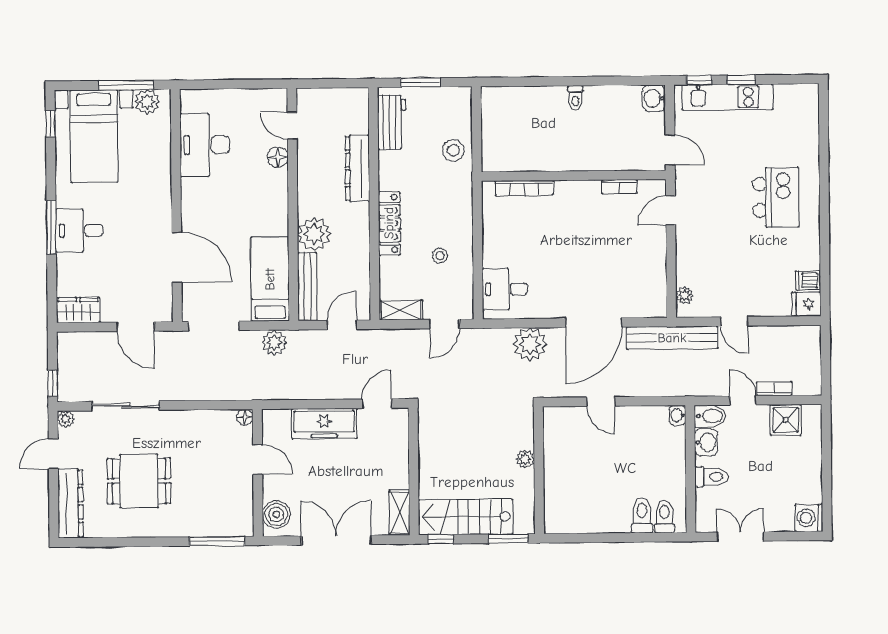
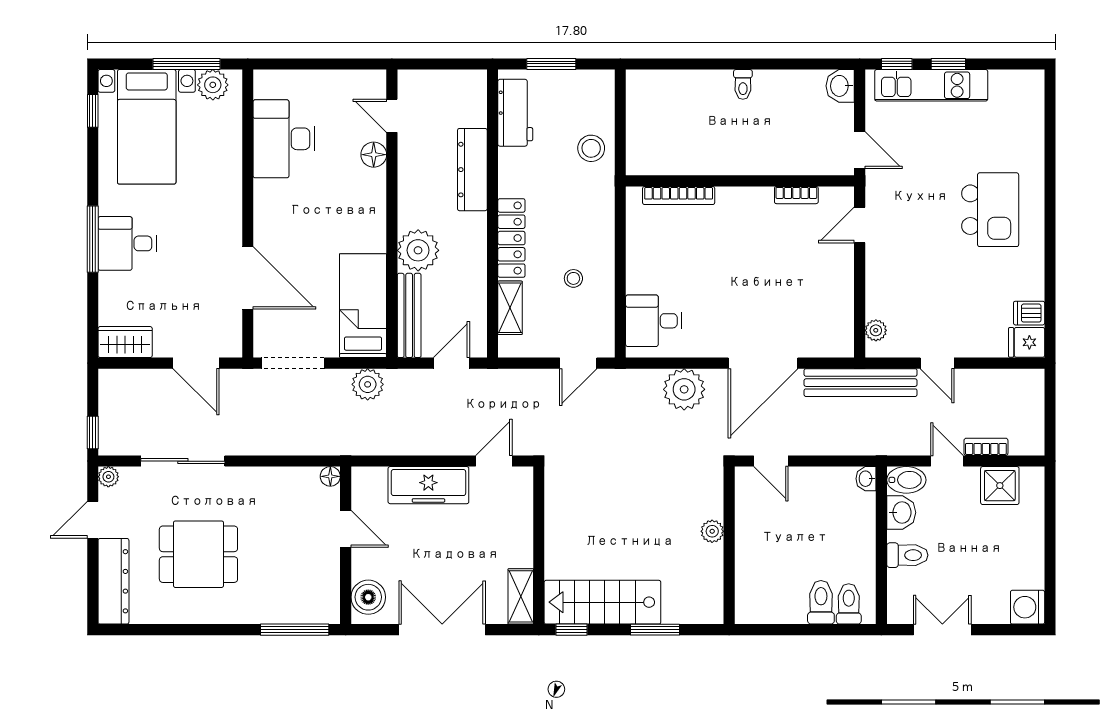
shelving: (401, 310) -> (510, 308), moved, turned 90
plant: (525, 459) -> (712, 531), moved
wall: (539, 470) -> (729, 545), moved

